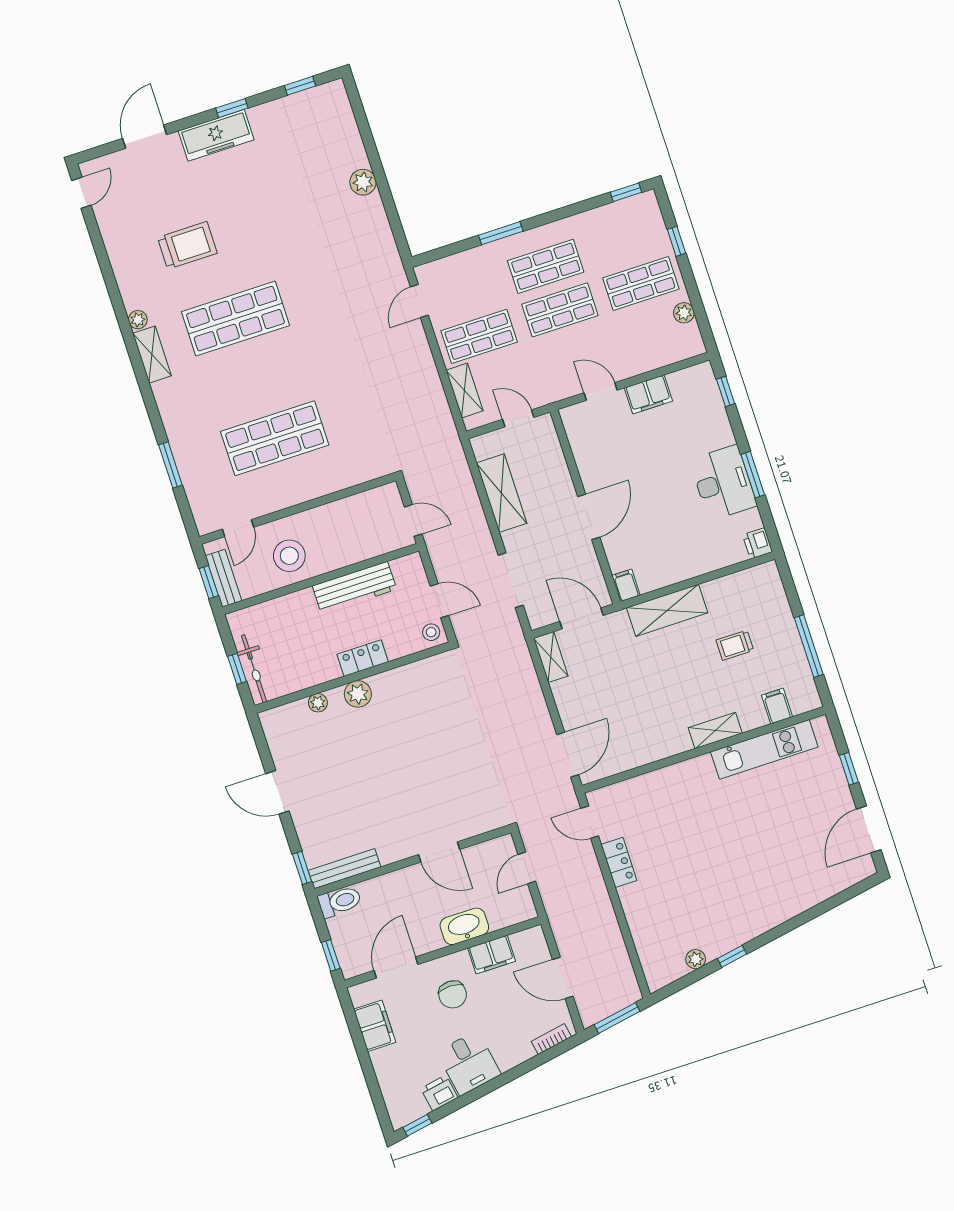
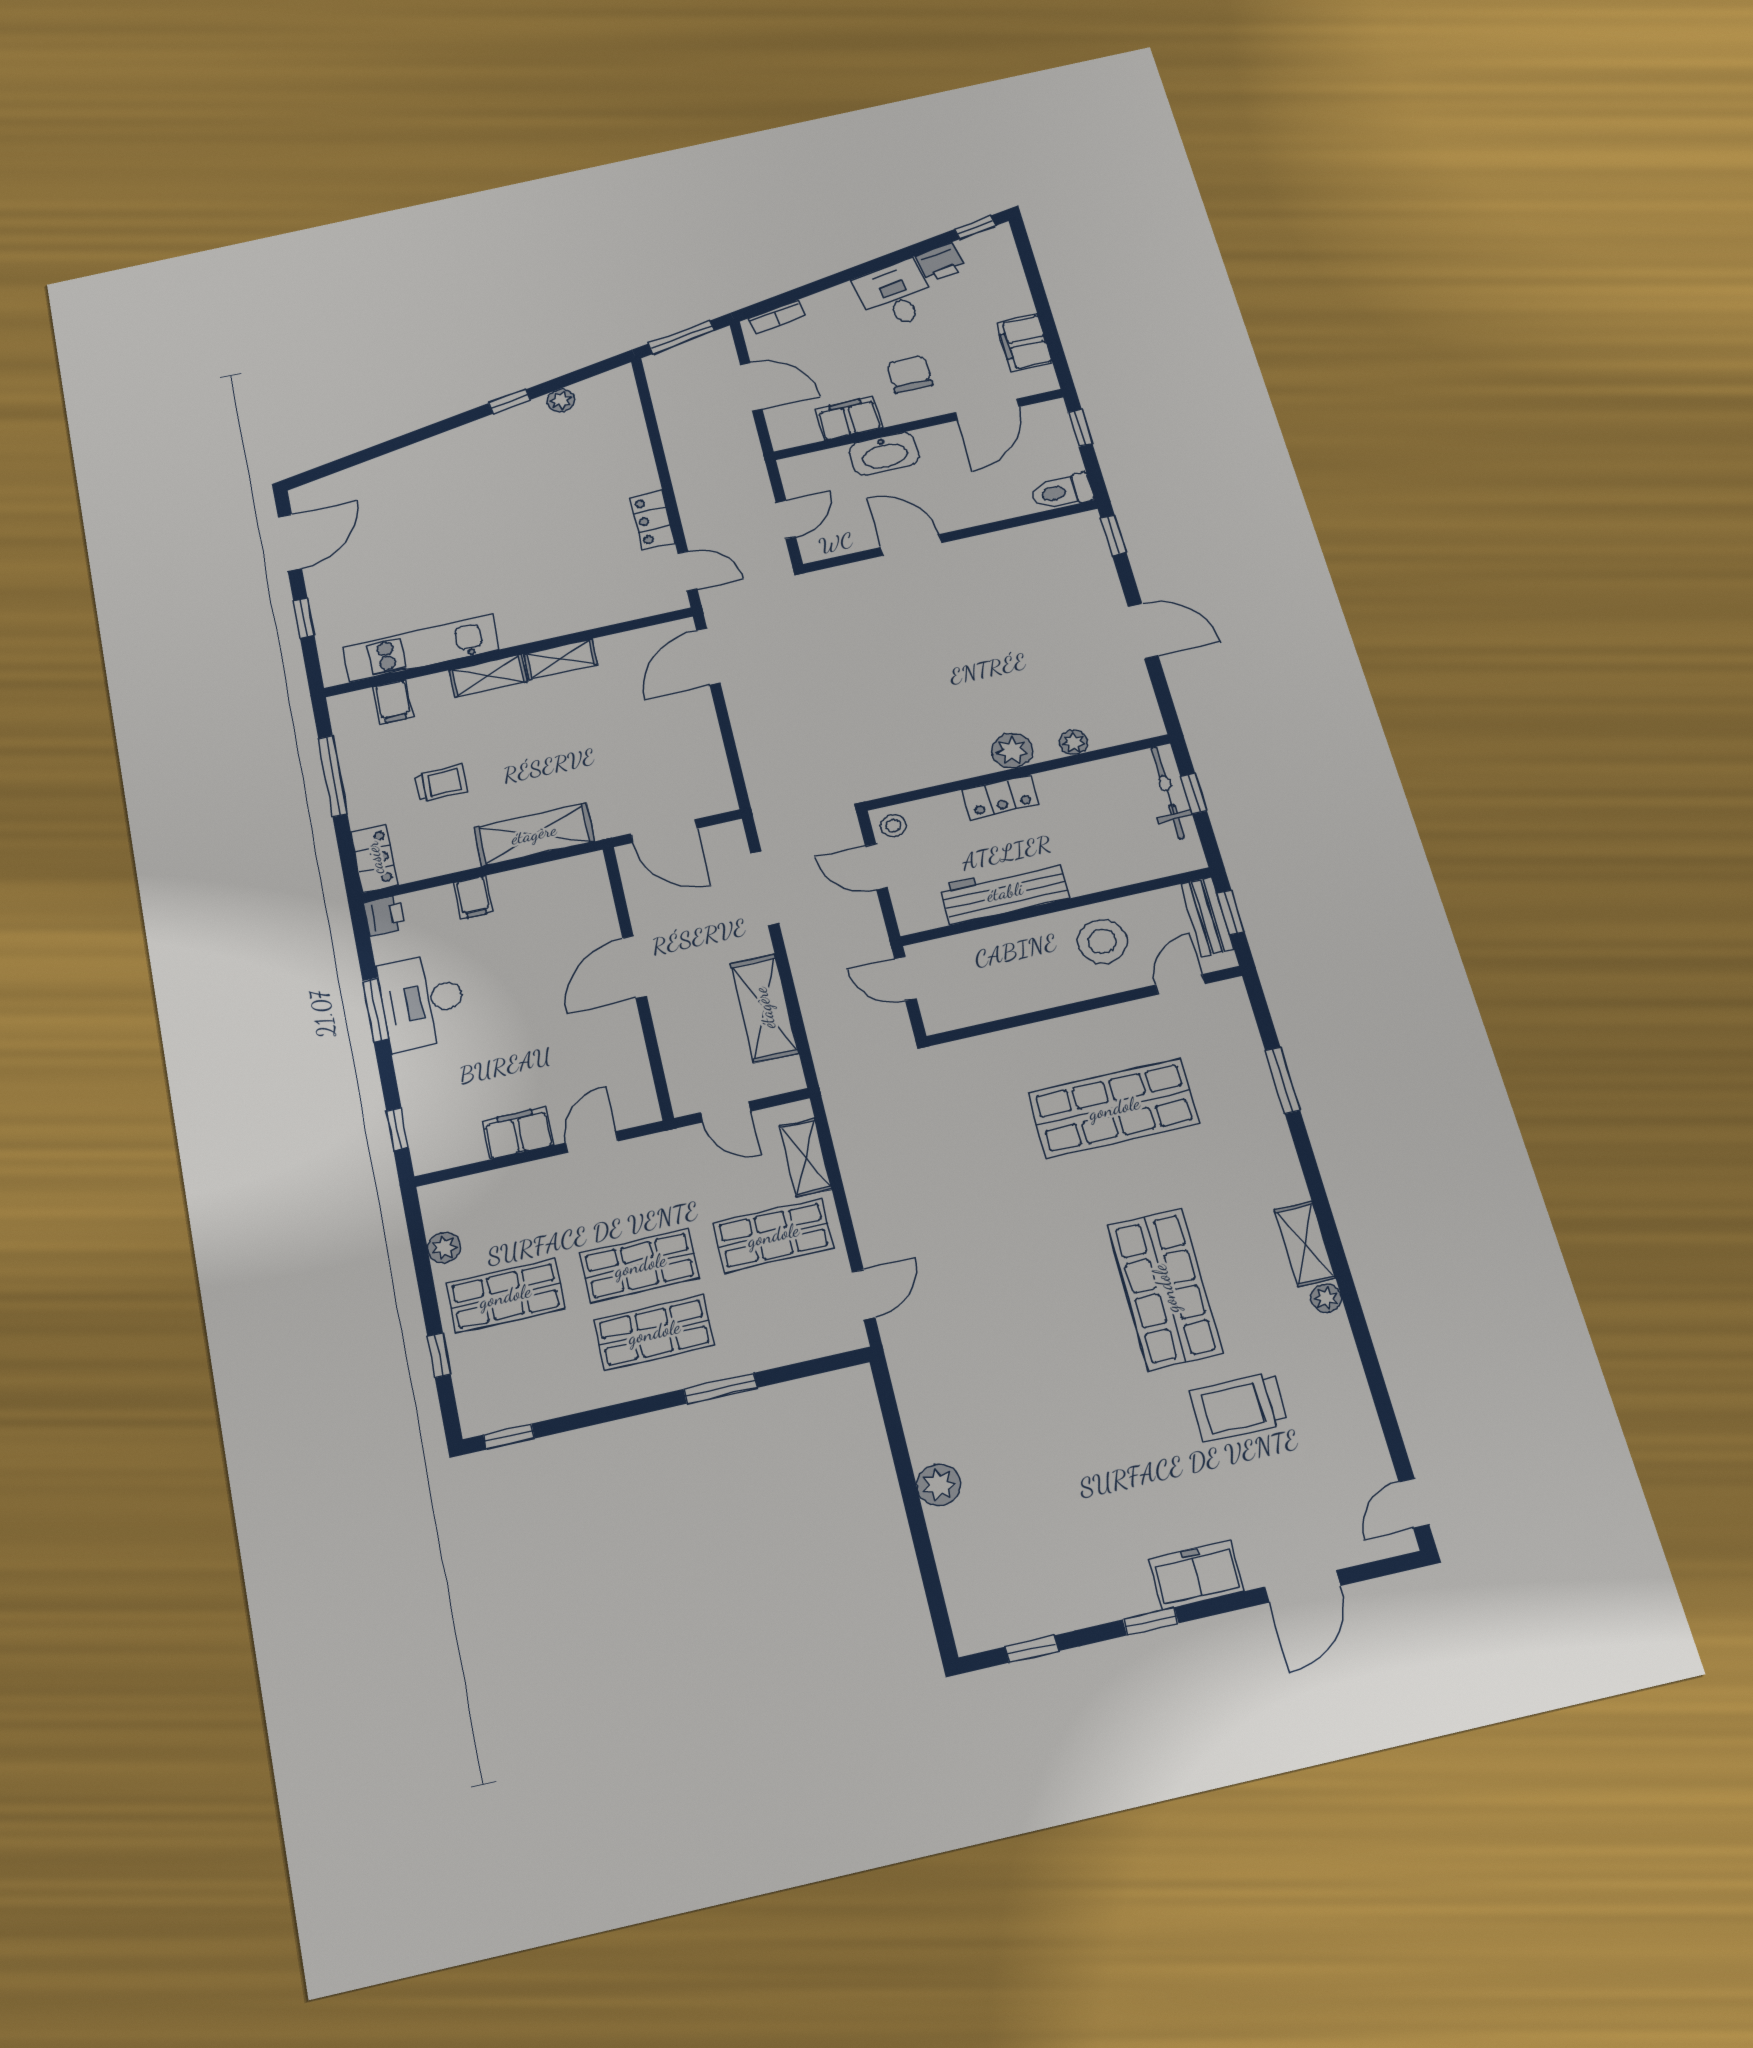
freezer: (216, 135) -> (1196, 1575), width x0.71
shop shelf: (236, 319) -> (1165, 1289), turned 90
door: (601, 391) -> (592, 1142), swing flipped
filing cabinet: (626, 585) -> (473, 897), moved
locker: (771, 586) -> (374, 858), added
shelving: (551, 657) -> (561, 659), moved, turned 90
bench: (344, 869) -> (1051, 531), removed

